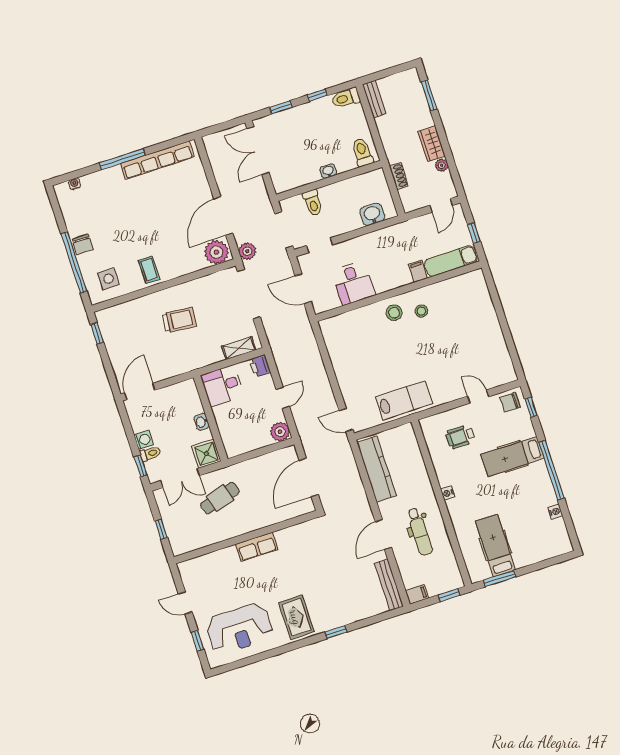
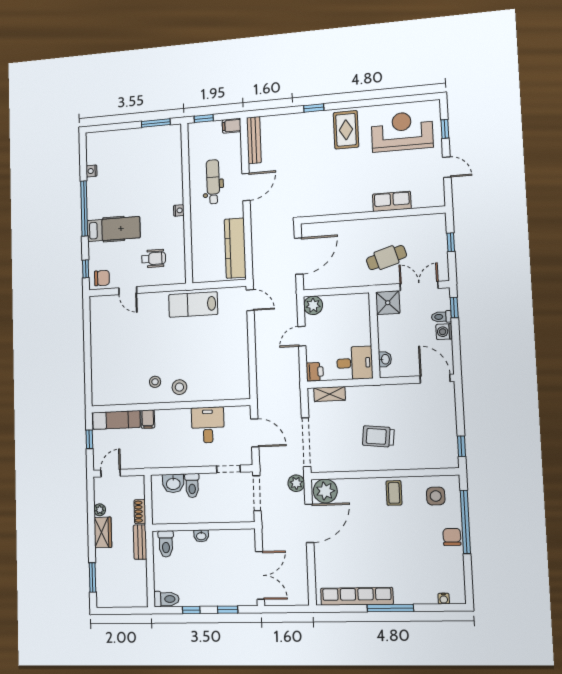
bench: (374, 99) -> (140, 542), moved
toilet: (313, 203) -> (192, 486), moved, turned 180
door: (140, 391) -> (435, 379), swing flipped
washbasin: (202, 422) -> (385, 359), moved
hospital bed: (495, 546) -> (151, 153), removed
row of seats: (257, 547) -> (392, 201), moved

